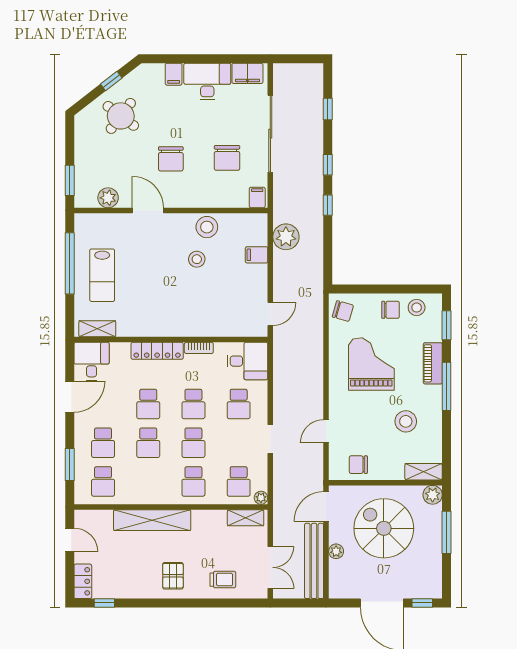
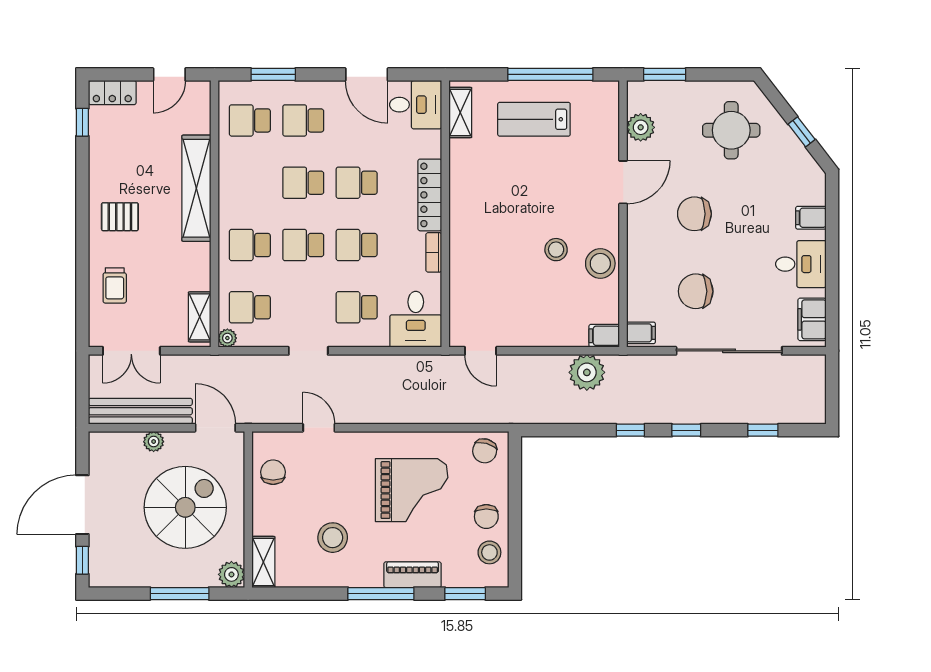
desk: (207, 81) -> (801, 264), width x0.73
round table: (121, 116) -> (731, 130), moved, turned -37
filing cabinet: (257, 255) -> (604, 336), moved, turned -90

